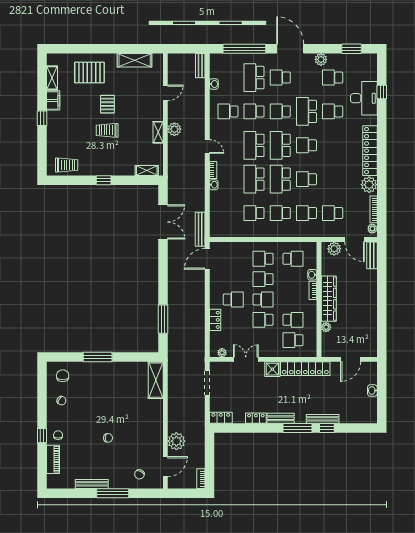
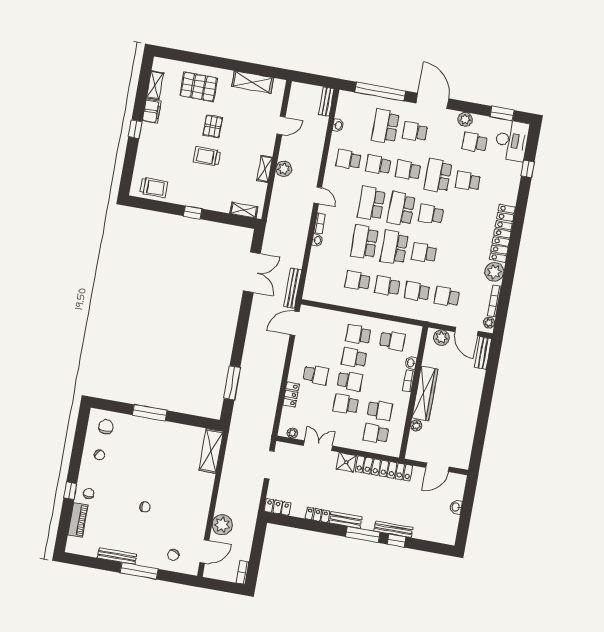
desk: (364, 98) -> (512, 140), moved

